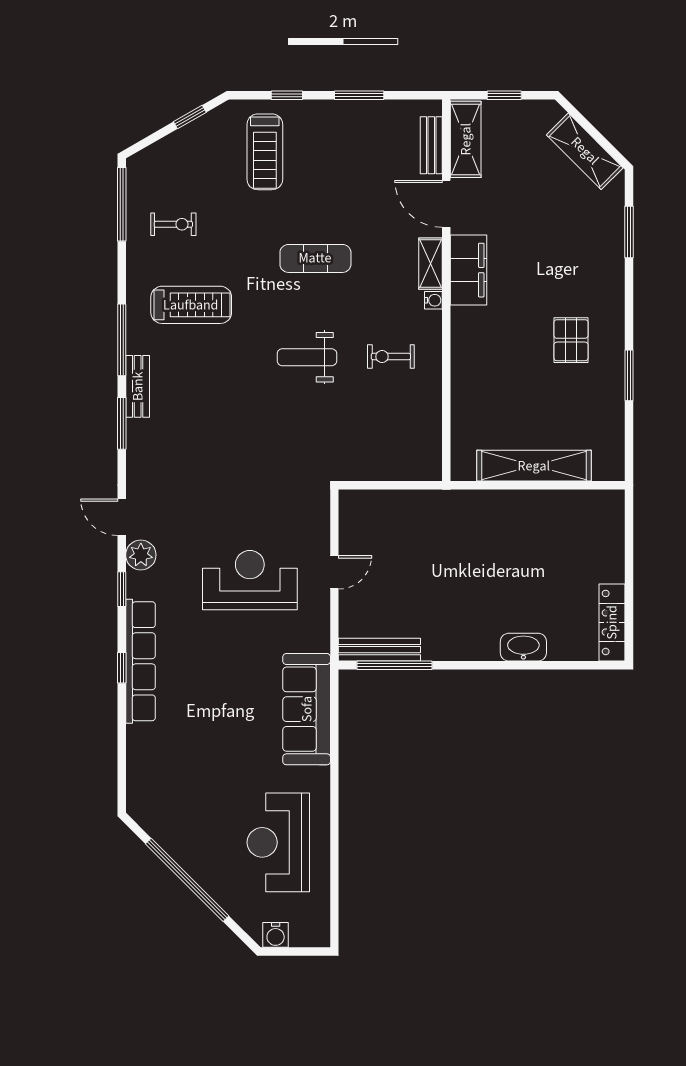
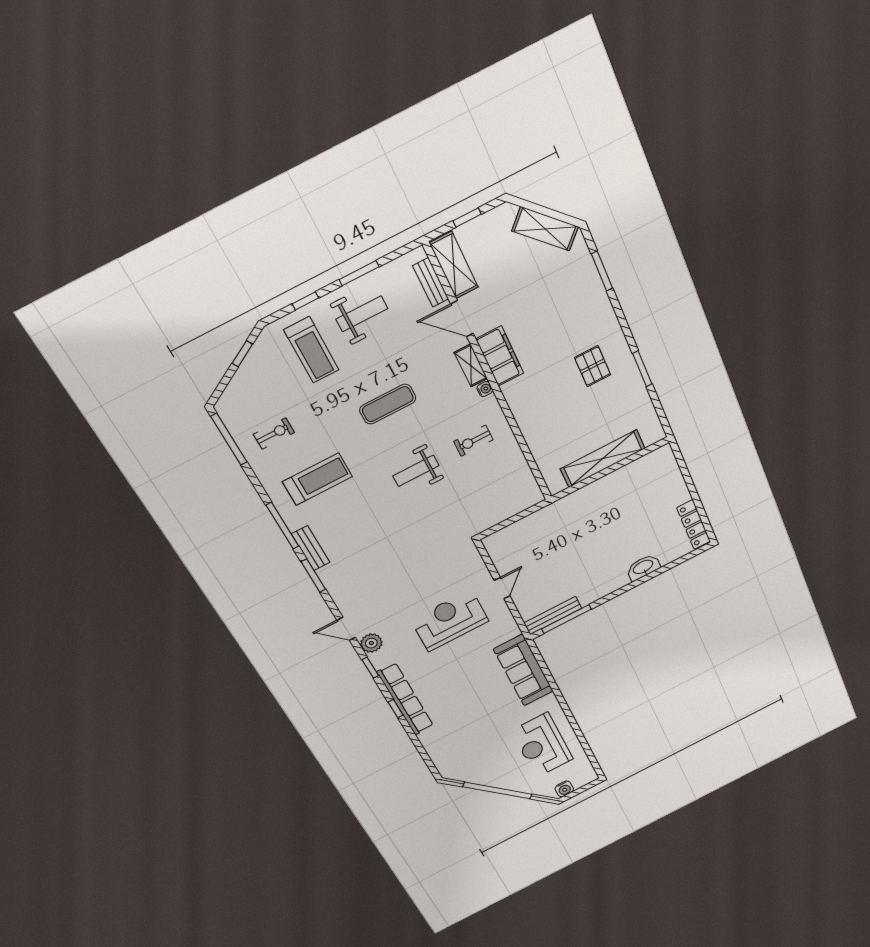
weight bench: (339, 141) -> (362, 314), added

